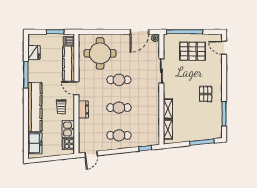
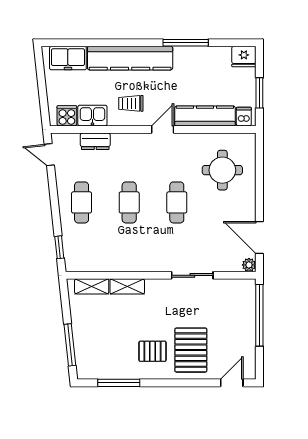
pallet: (192, 51) -> (191, 350), moved
fridge: (34, 52) -> (244, 57), moved
round table: (100, 53) -> (222, 170), width x0.73, depth x0.73
dresser: (83, 109) -> (95, 141), moved

